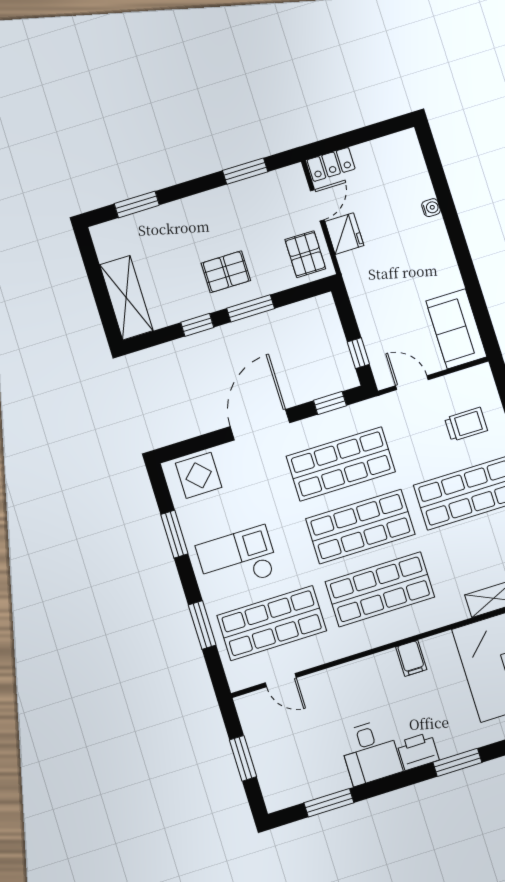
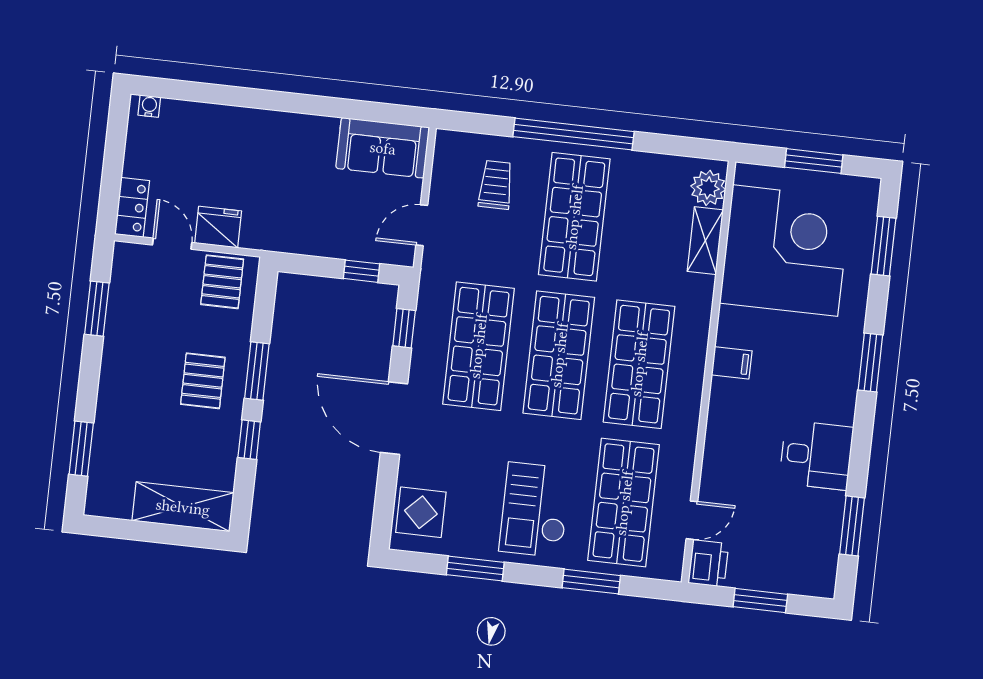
water cooler: (431, 208) -> (149, 106), moved
pallet: (305, 254) -> (222, 282), turned 90
printer: (418, 751) -> (708, 563), moved, turned 180

